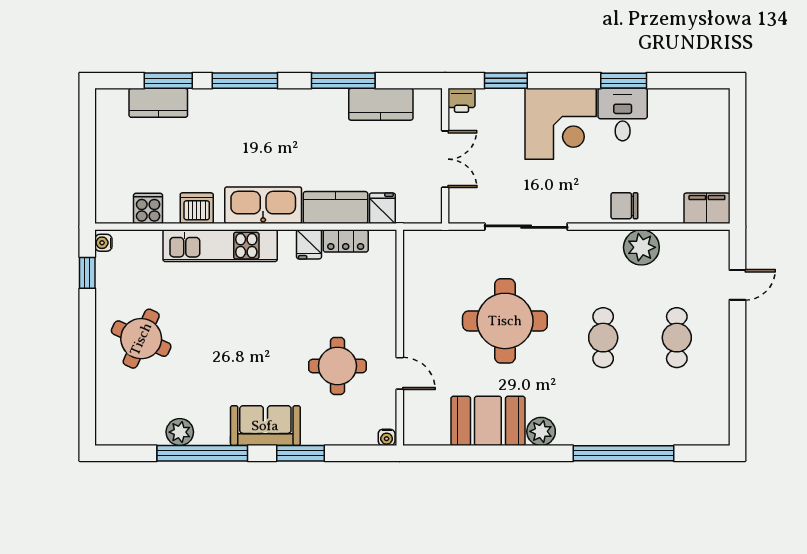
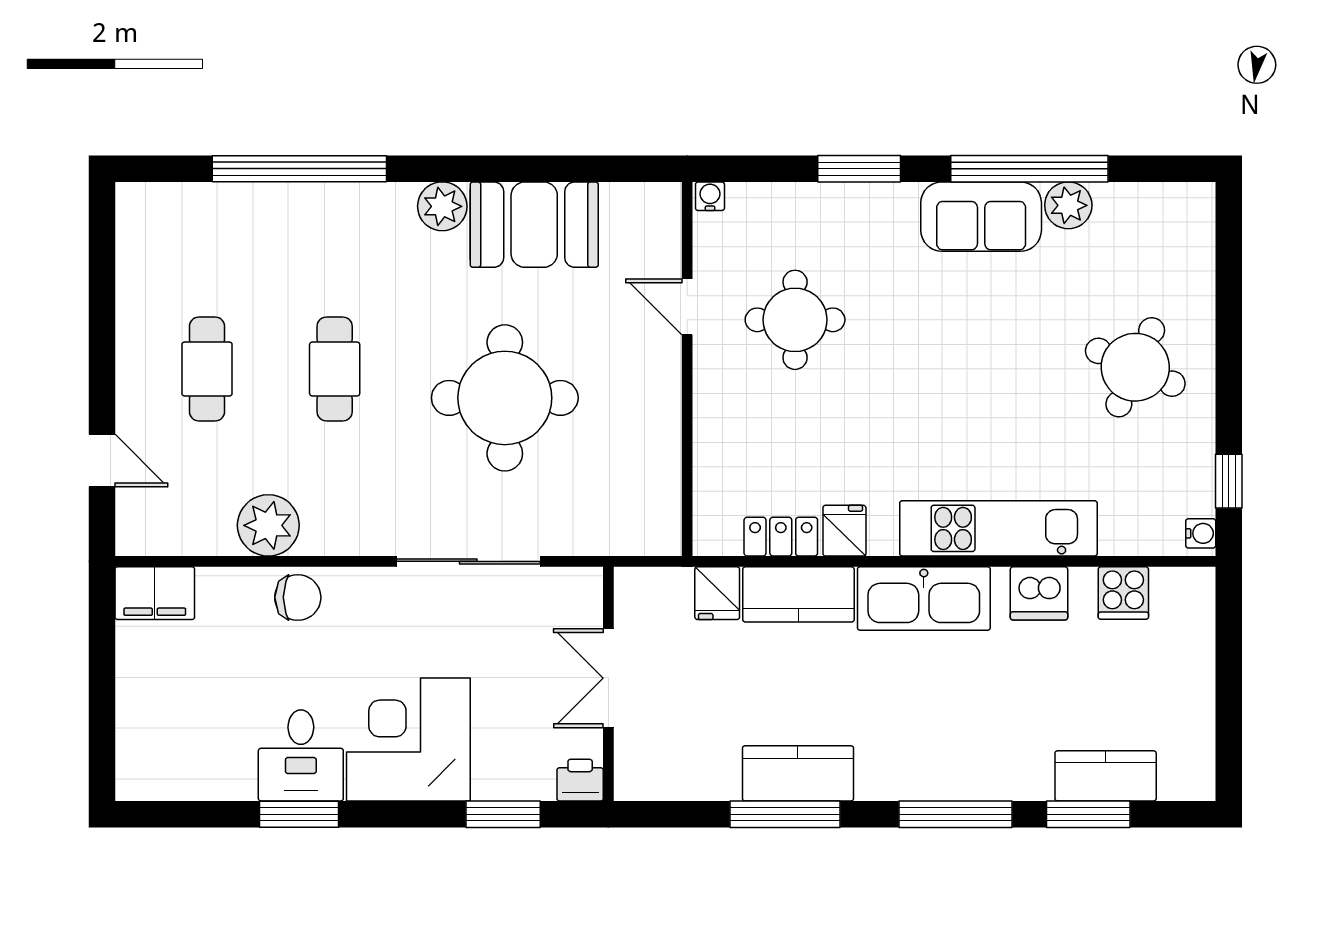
kitchen counter: (381, 104) -> (798, 773), moved
door: (737, 285) -> (102, 460), swing flipped
sofa: (265, 426) -> (981, 217), moved

